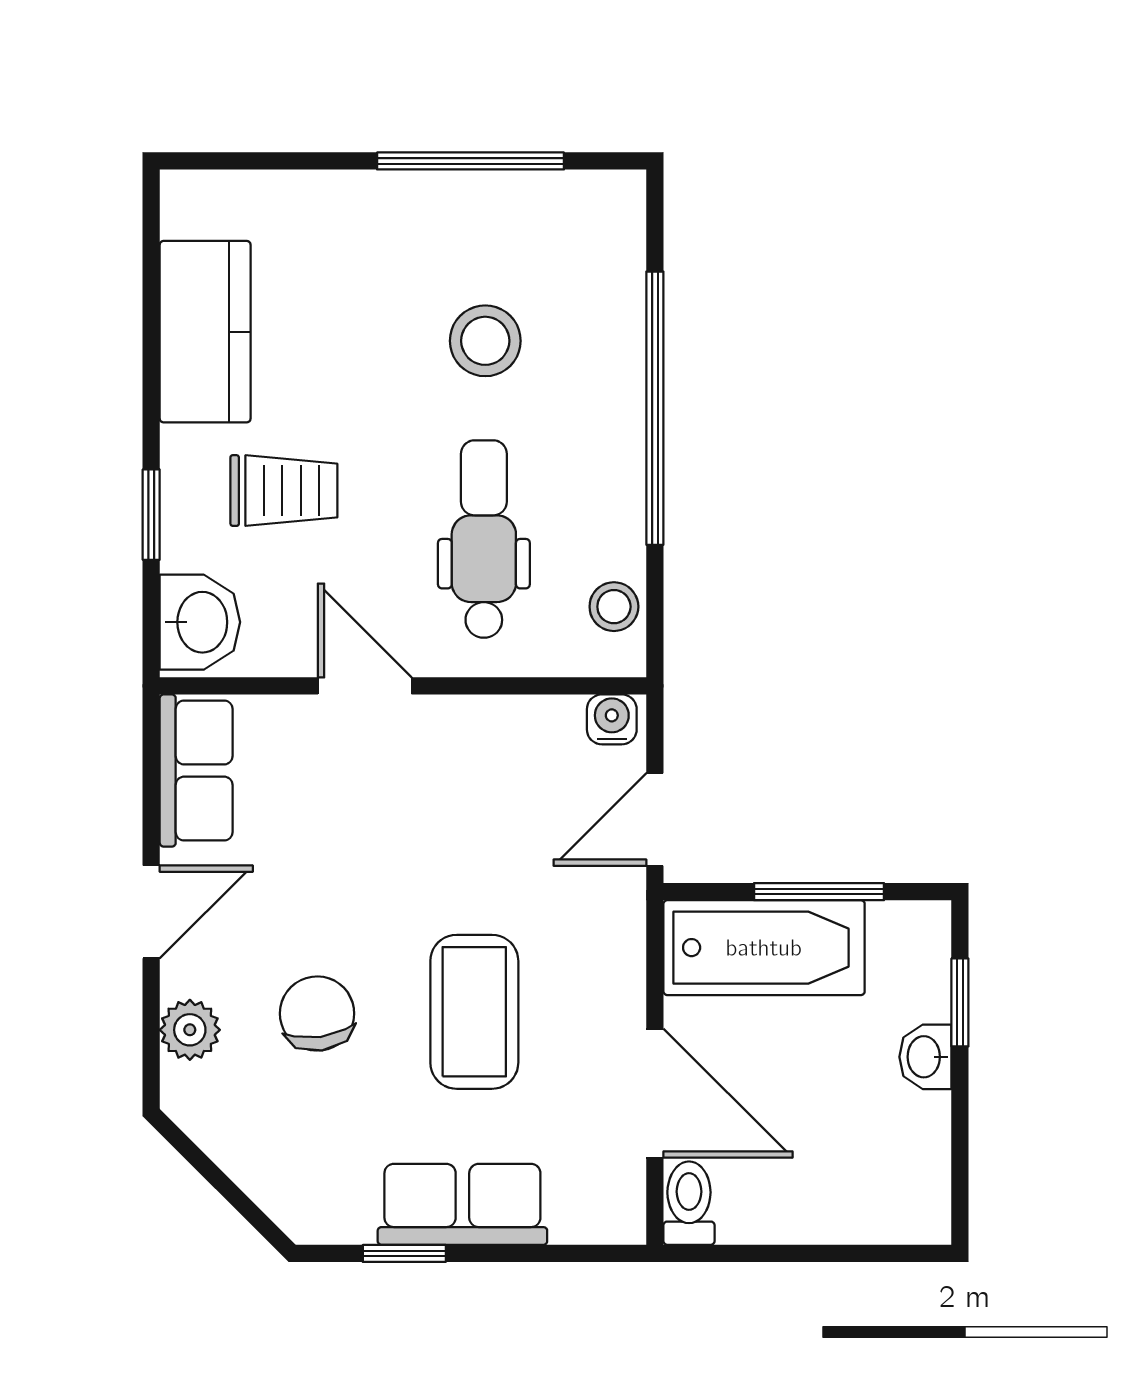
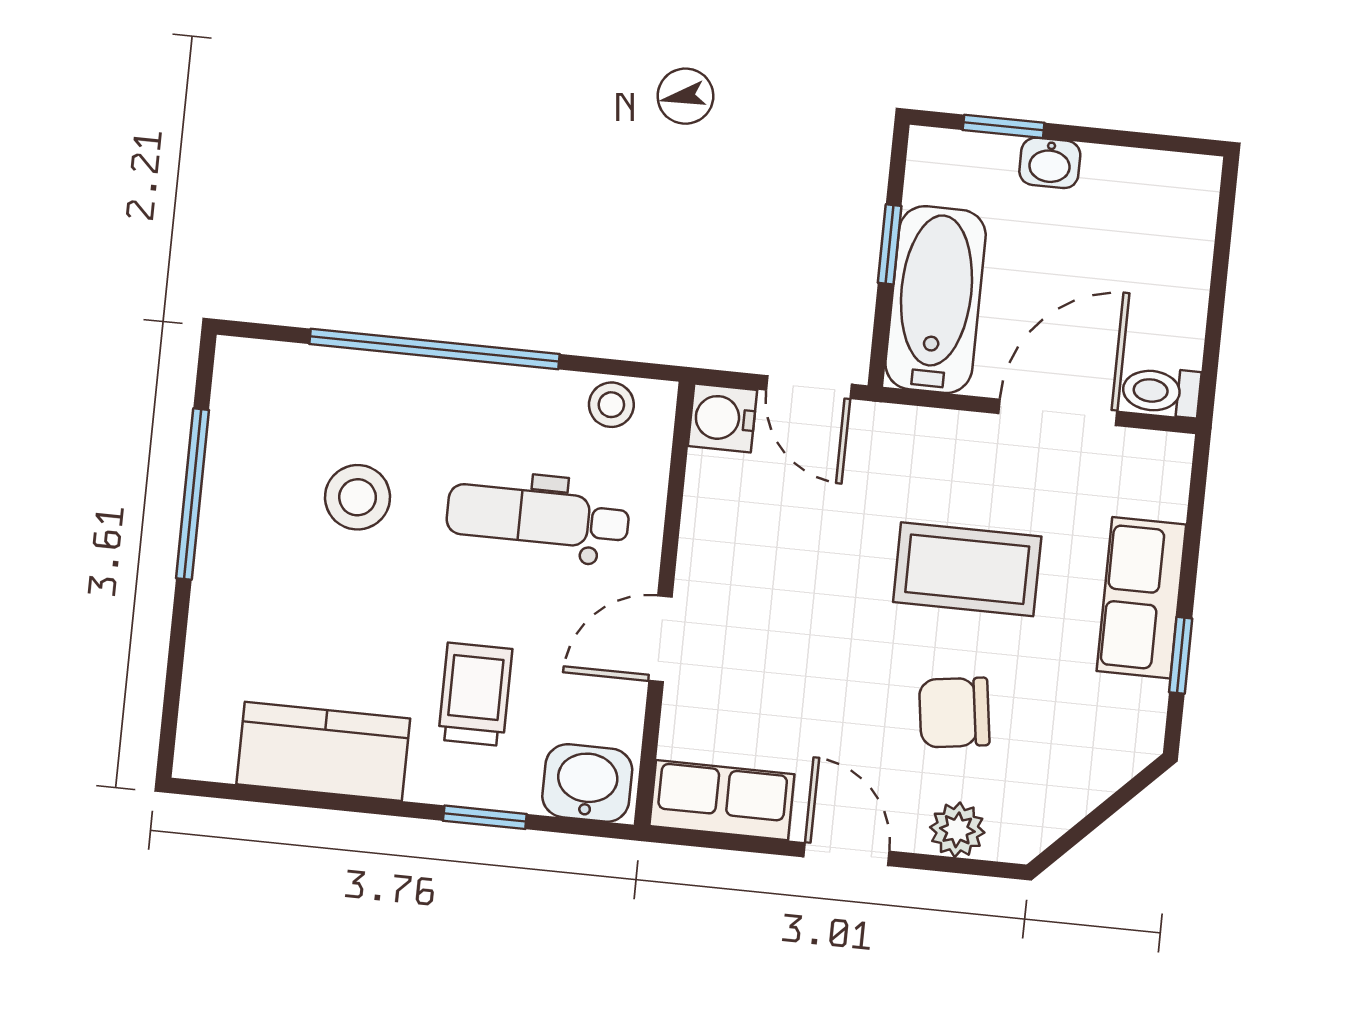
water cooler: (612, 719) -> (722, 418), width x1.38, depth x1.38
window: (819, 892) -> (890, 244), width x0.67

